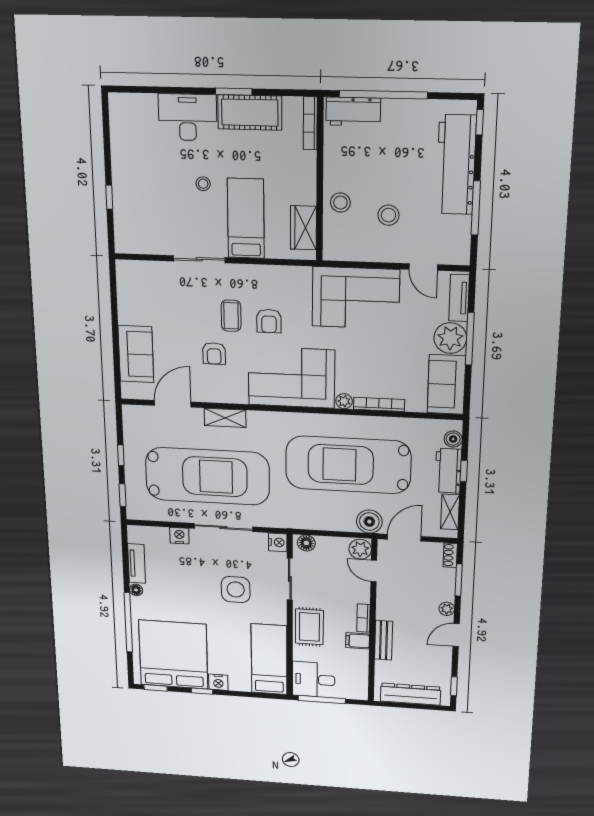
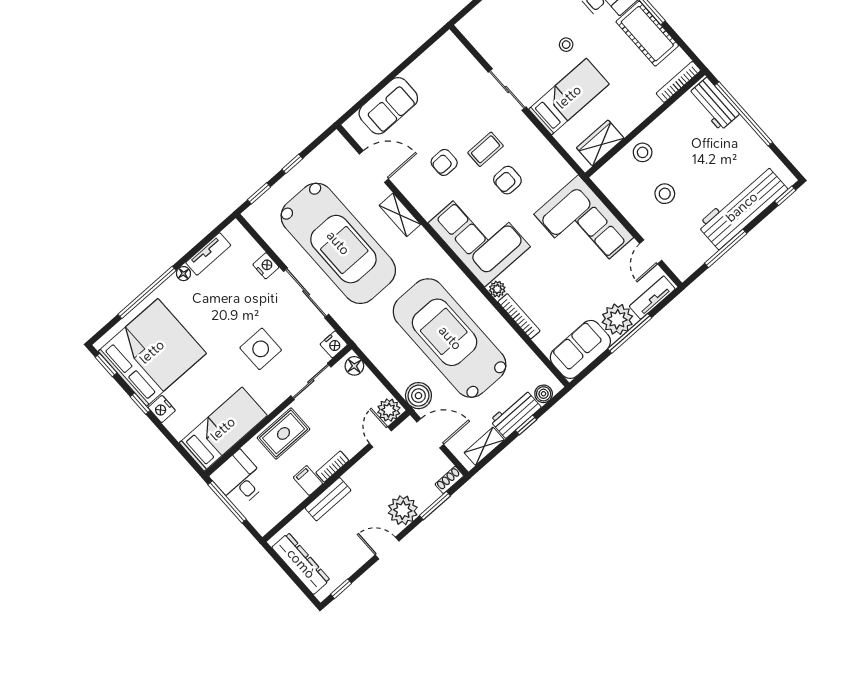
plant: (447, 609) -> (403, 510), width x1.87, depth x1.87

